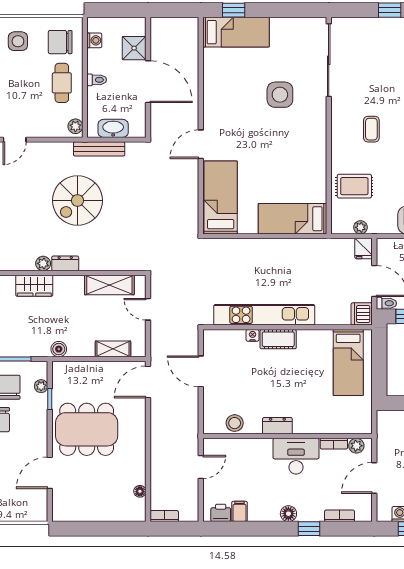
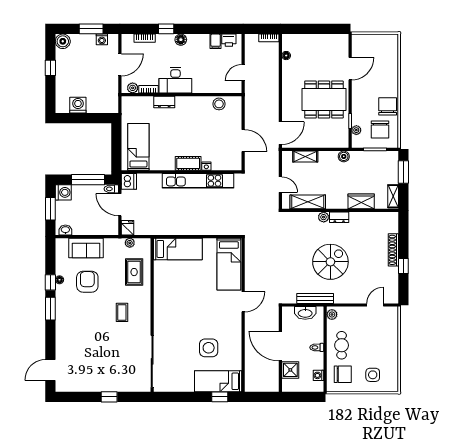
side table: (280, 95) -> (209, 348), moved
rug: (354, 186) -> (134, 272), turned 90
plant: (43, 263) -> (324, 217), moved
dresser: (277, 426) -> (164, 102), moved

